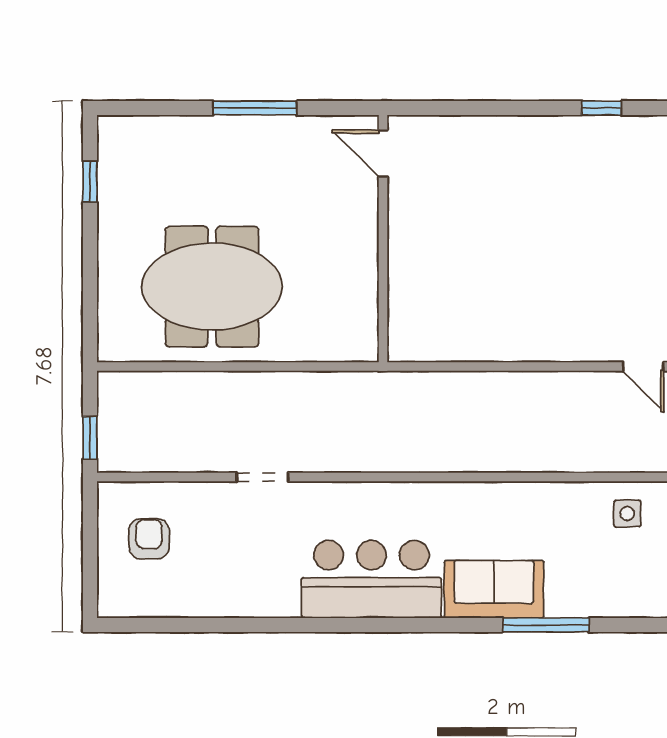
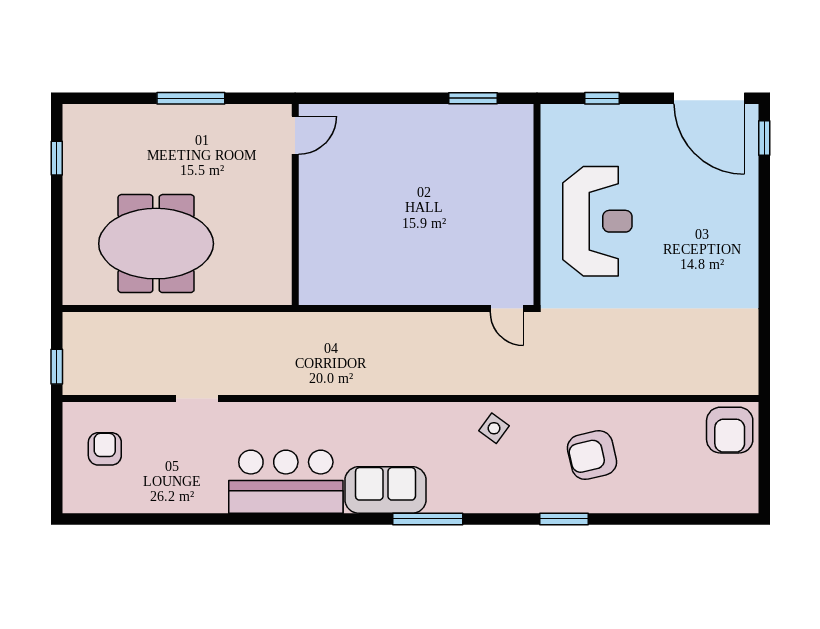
window: (601, 108) -> (473, 98), width x1.50
door: (383, 153) -> (295, 135), swing flipped
side table: (627, 513) -> (494, 428), turned 36

